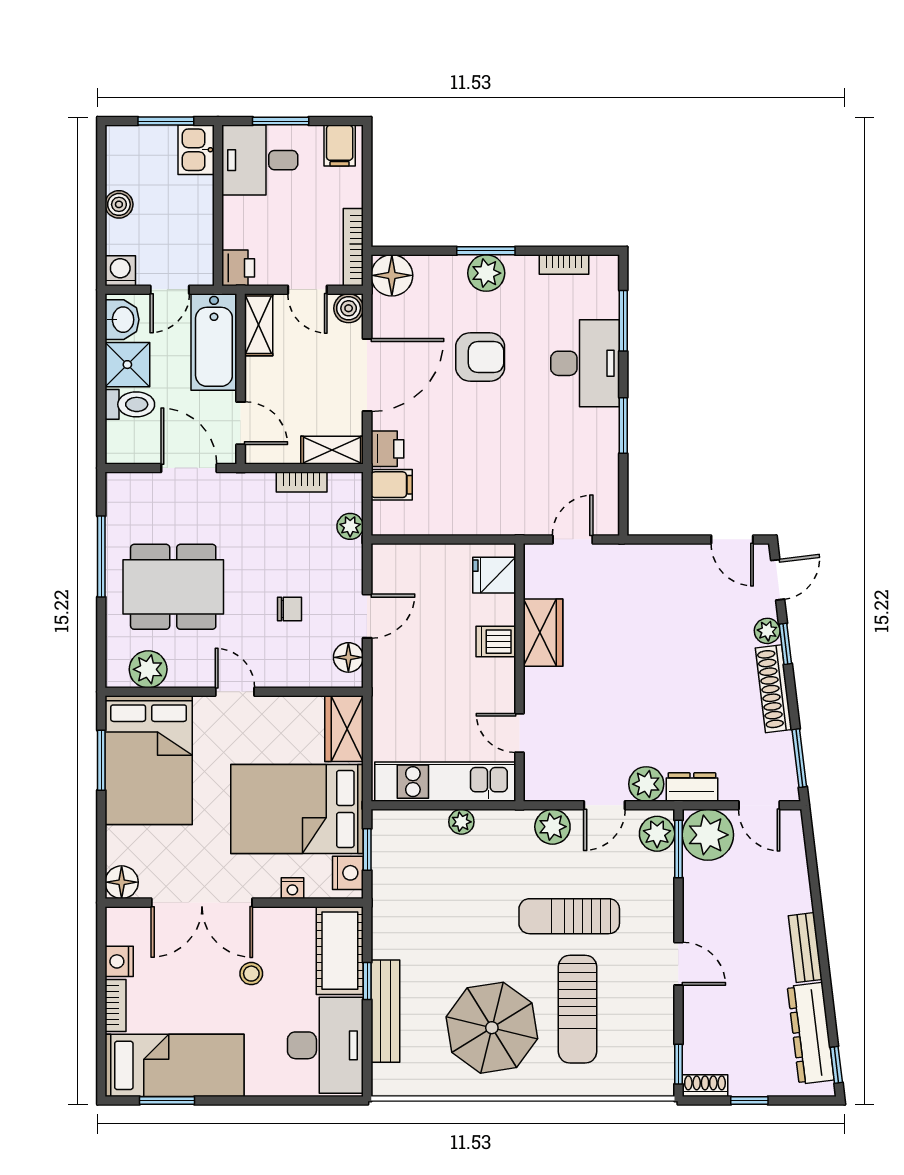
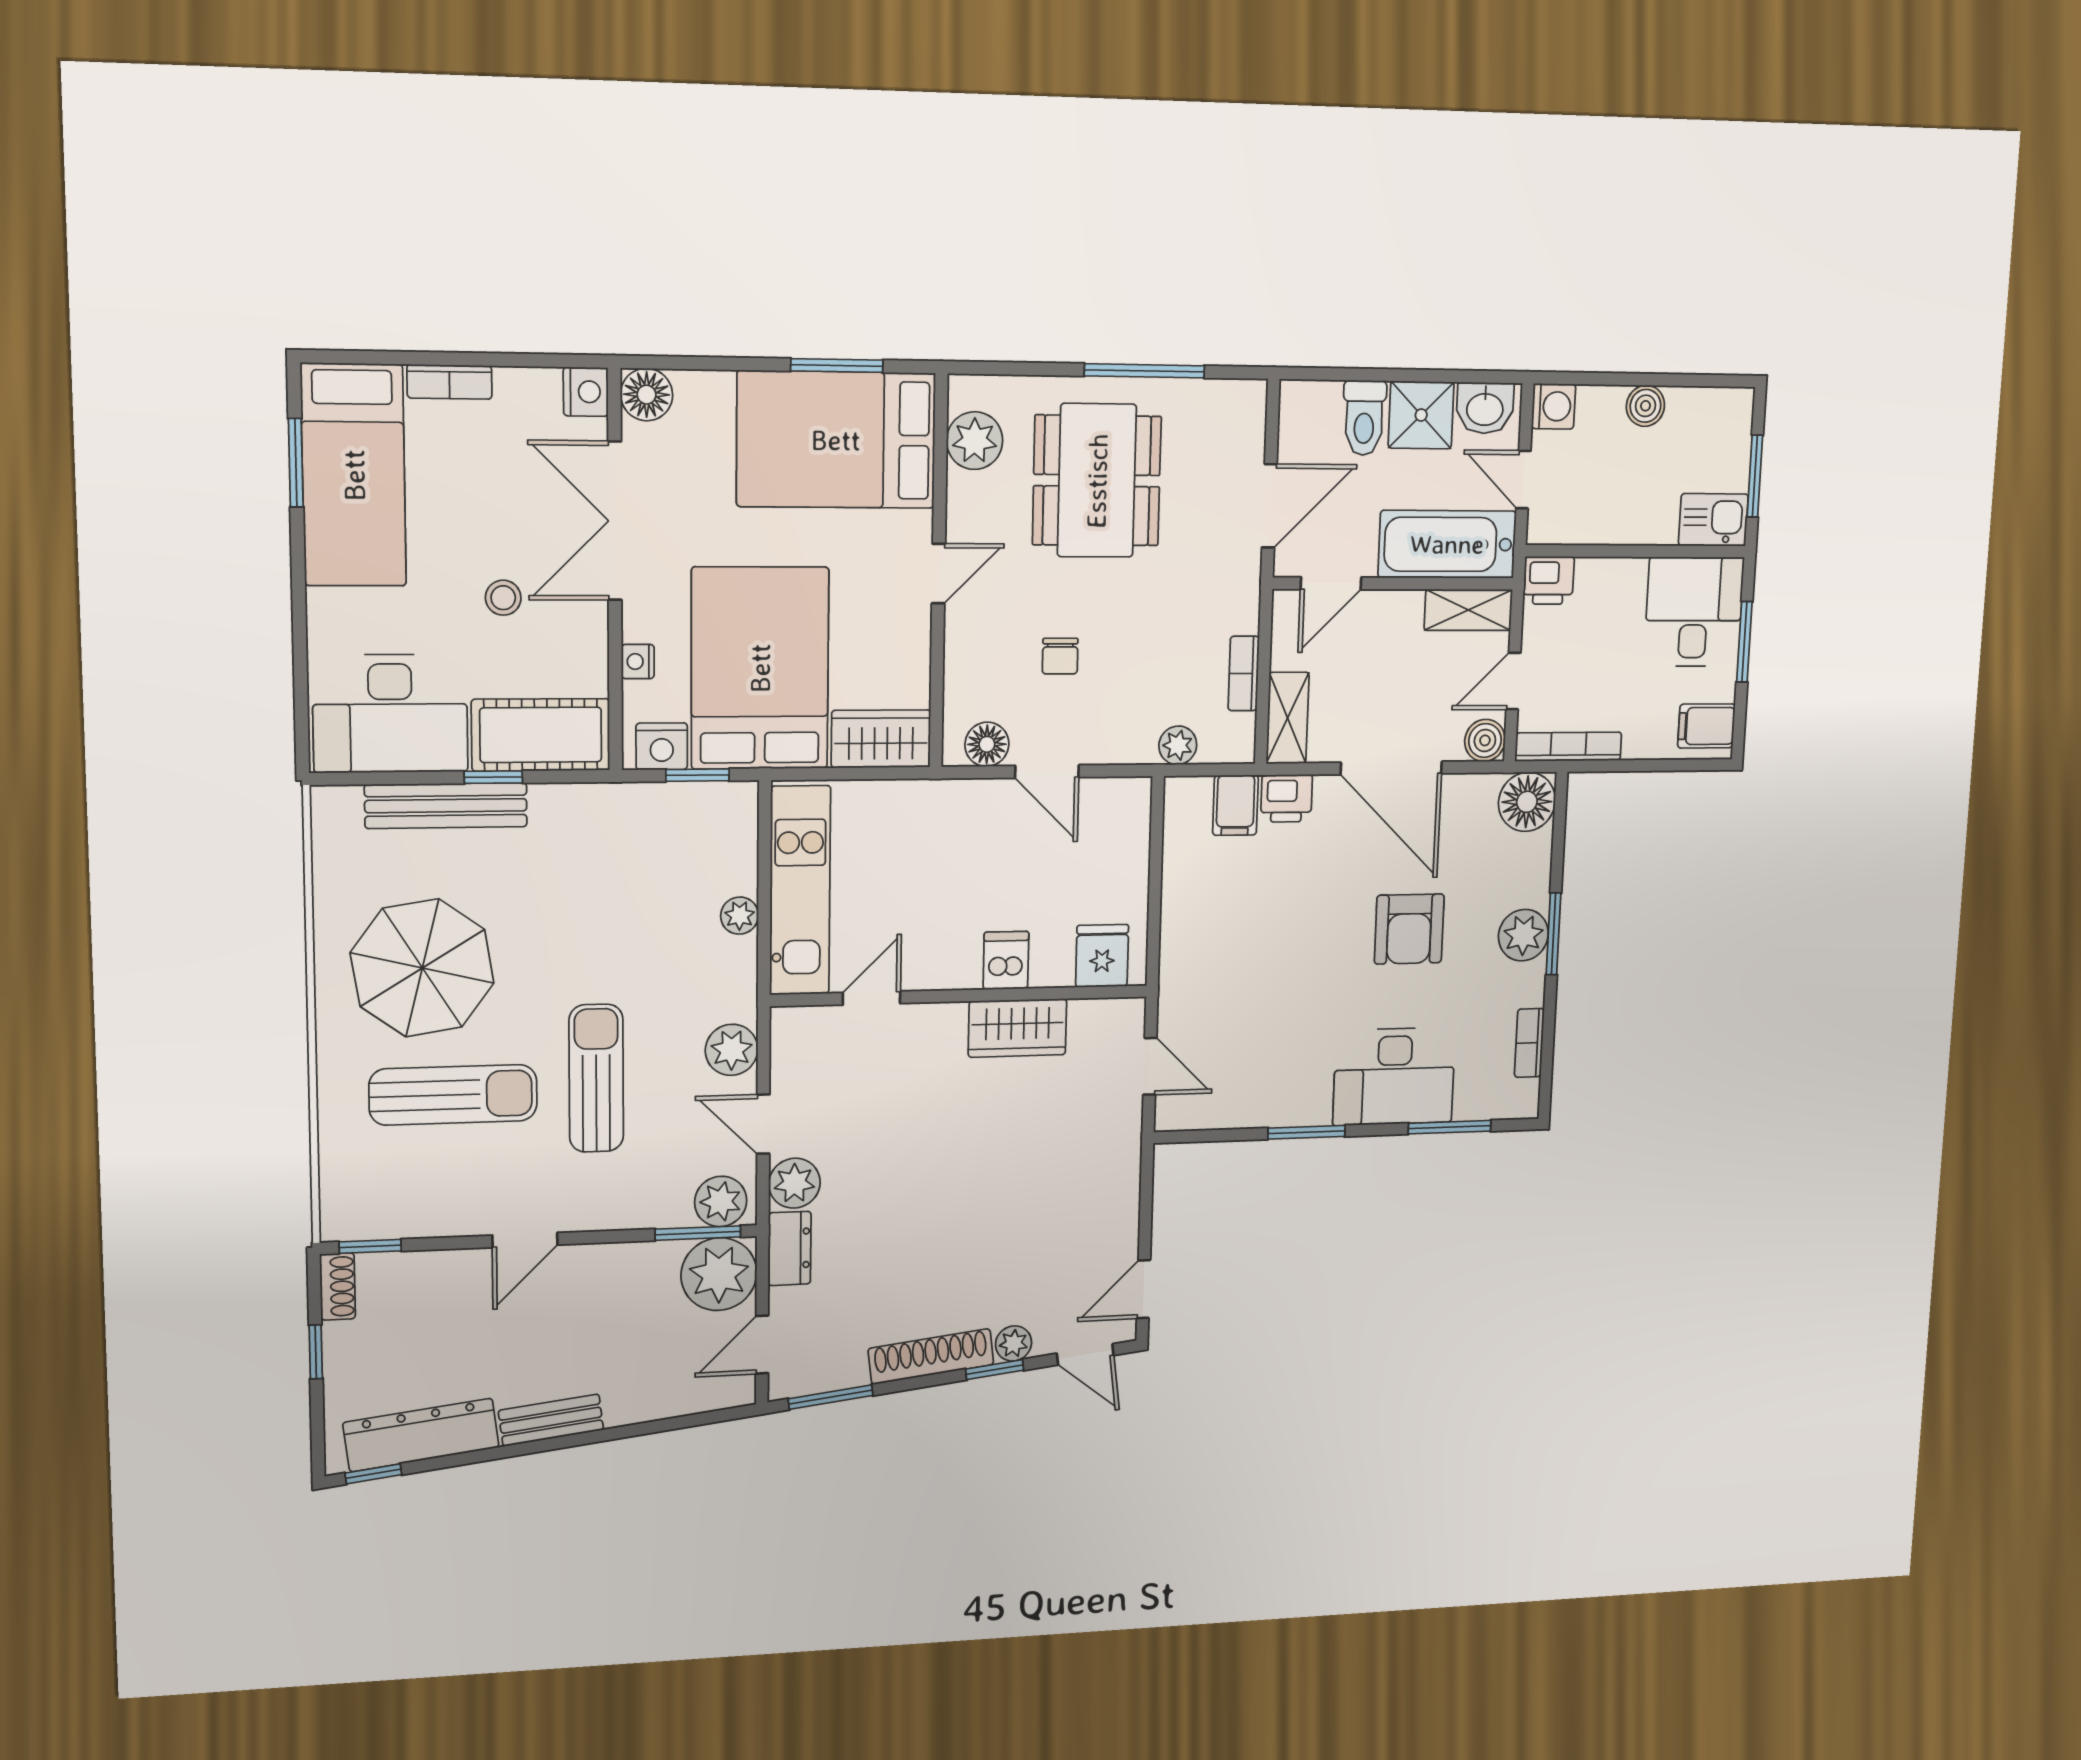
nightstand: (119, 961) -> (586, 392), moved, turned 90
sun lounger: (577, 1009) -> (453, 1095), turned 180

